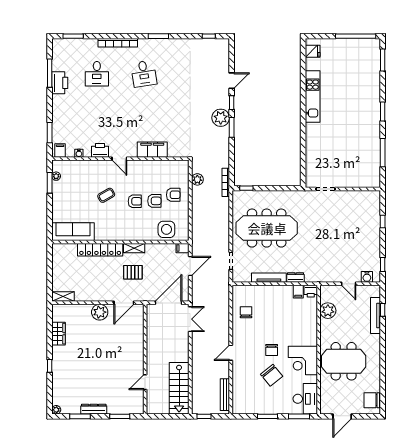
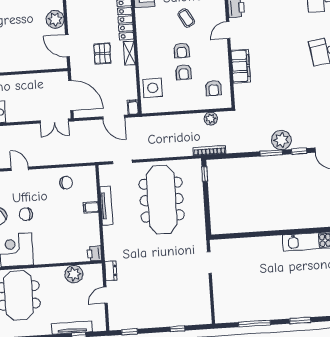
armchair: (173, 195) -> (214, 88), moved
water cooler: (367, 277) -> (114, 315), removed
dresser: (296, 278) -> (111, 271), moved
filing cabinet: (298, 292) -> (91, 207), moved

